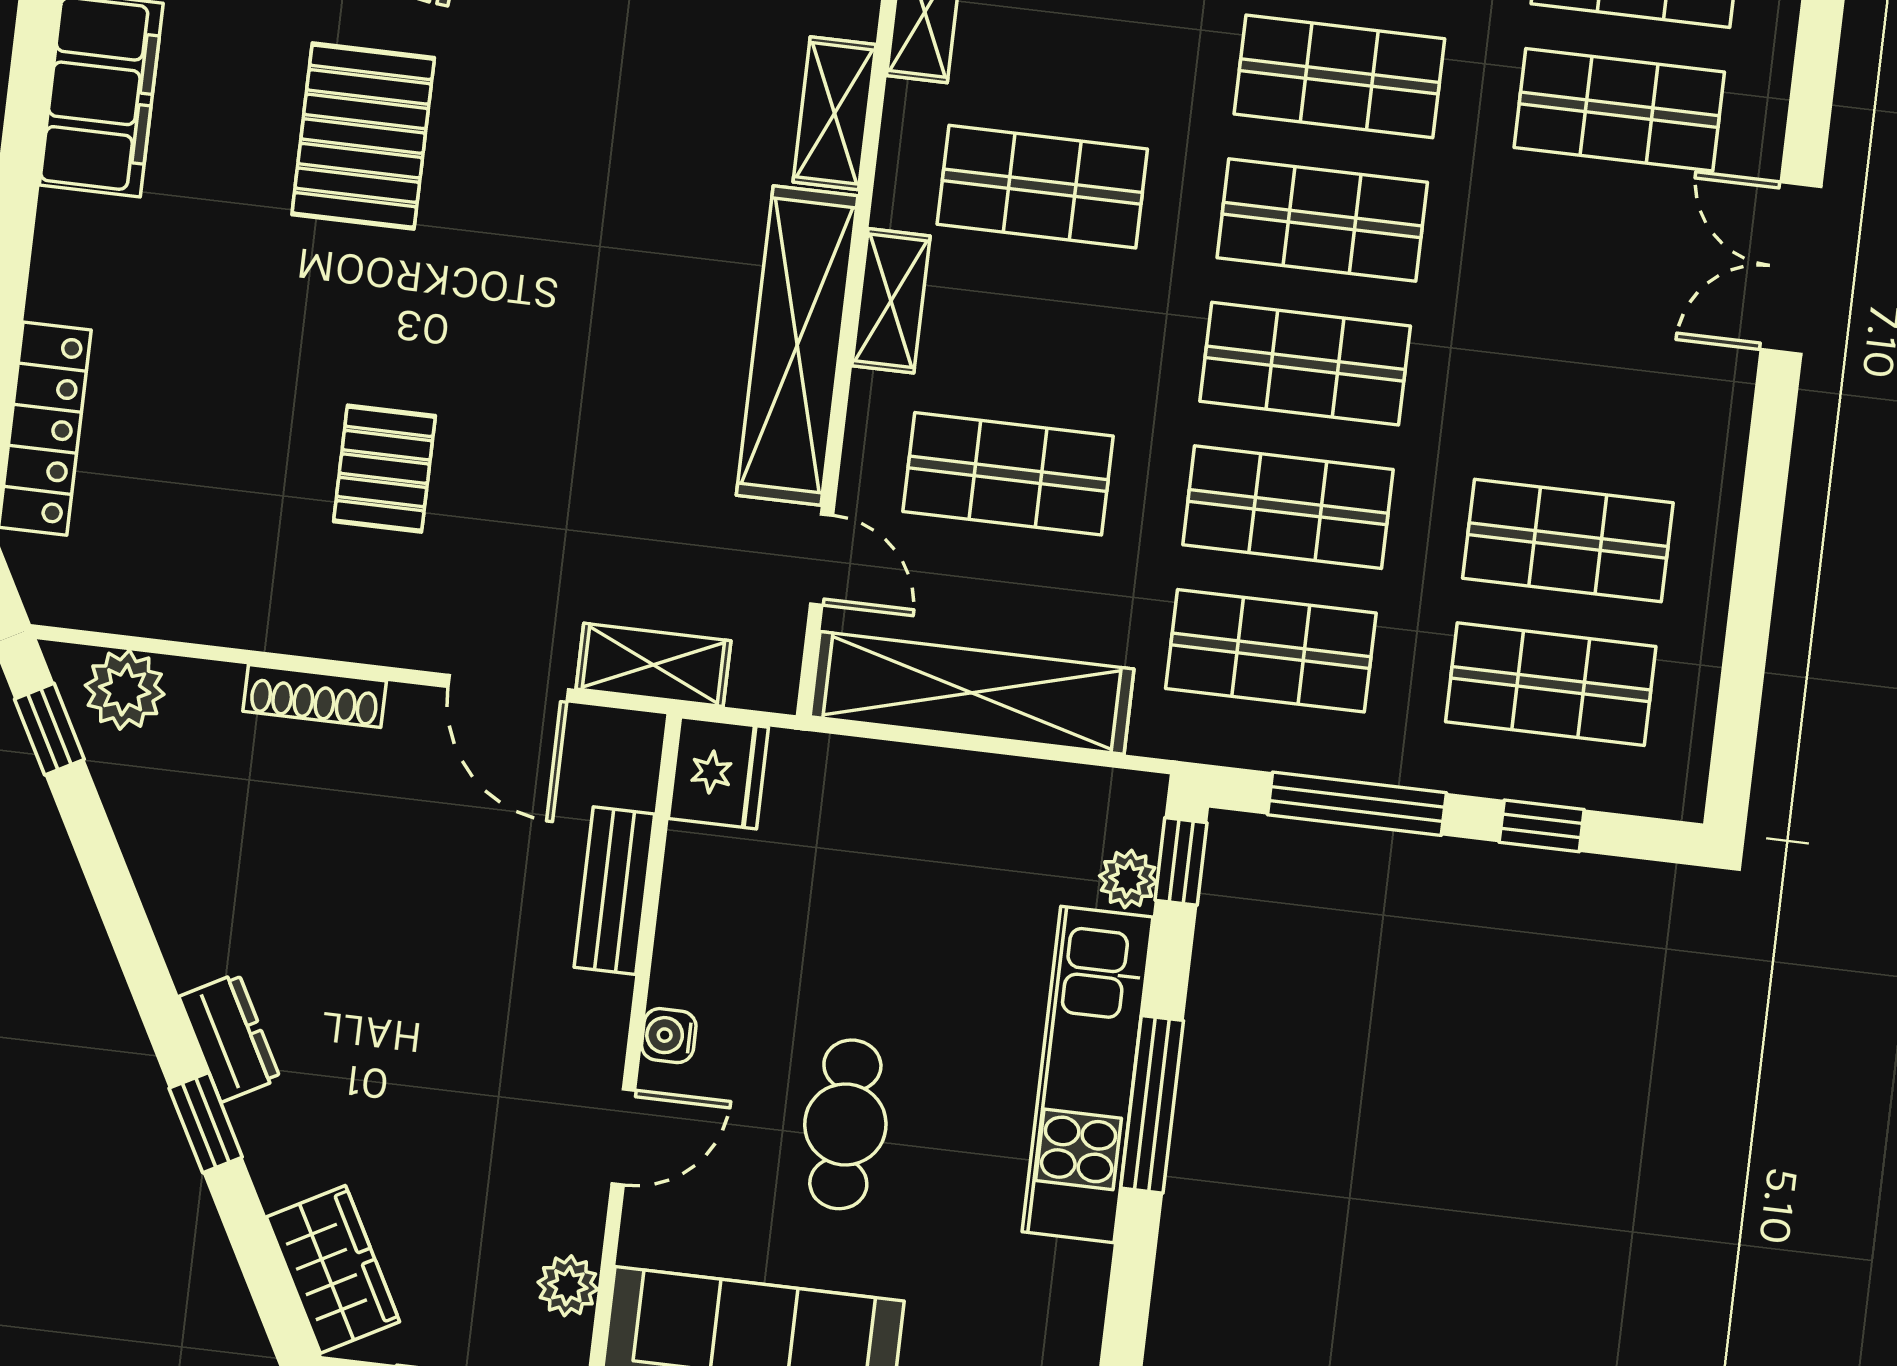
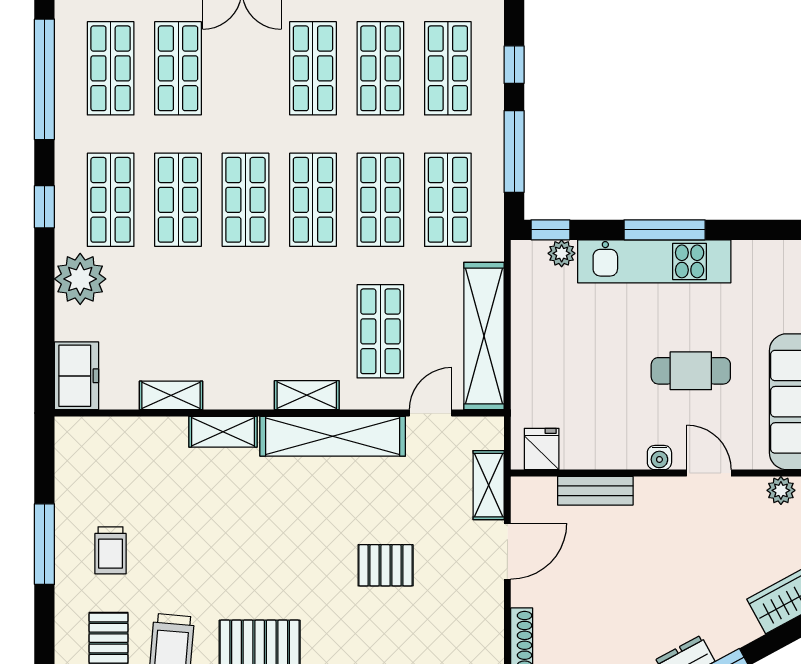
shop shelf: (1042, 187) -> (313, 68), moved
pallet: (384, 469) -> (386, 565), moved
fridge: (718, 773) -> (542, 449), width x0.72

